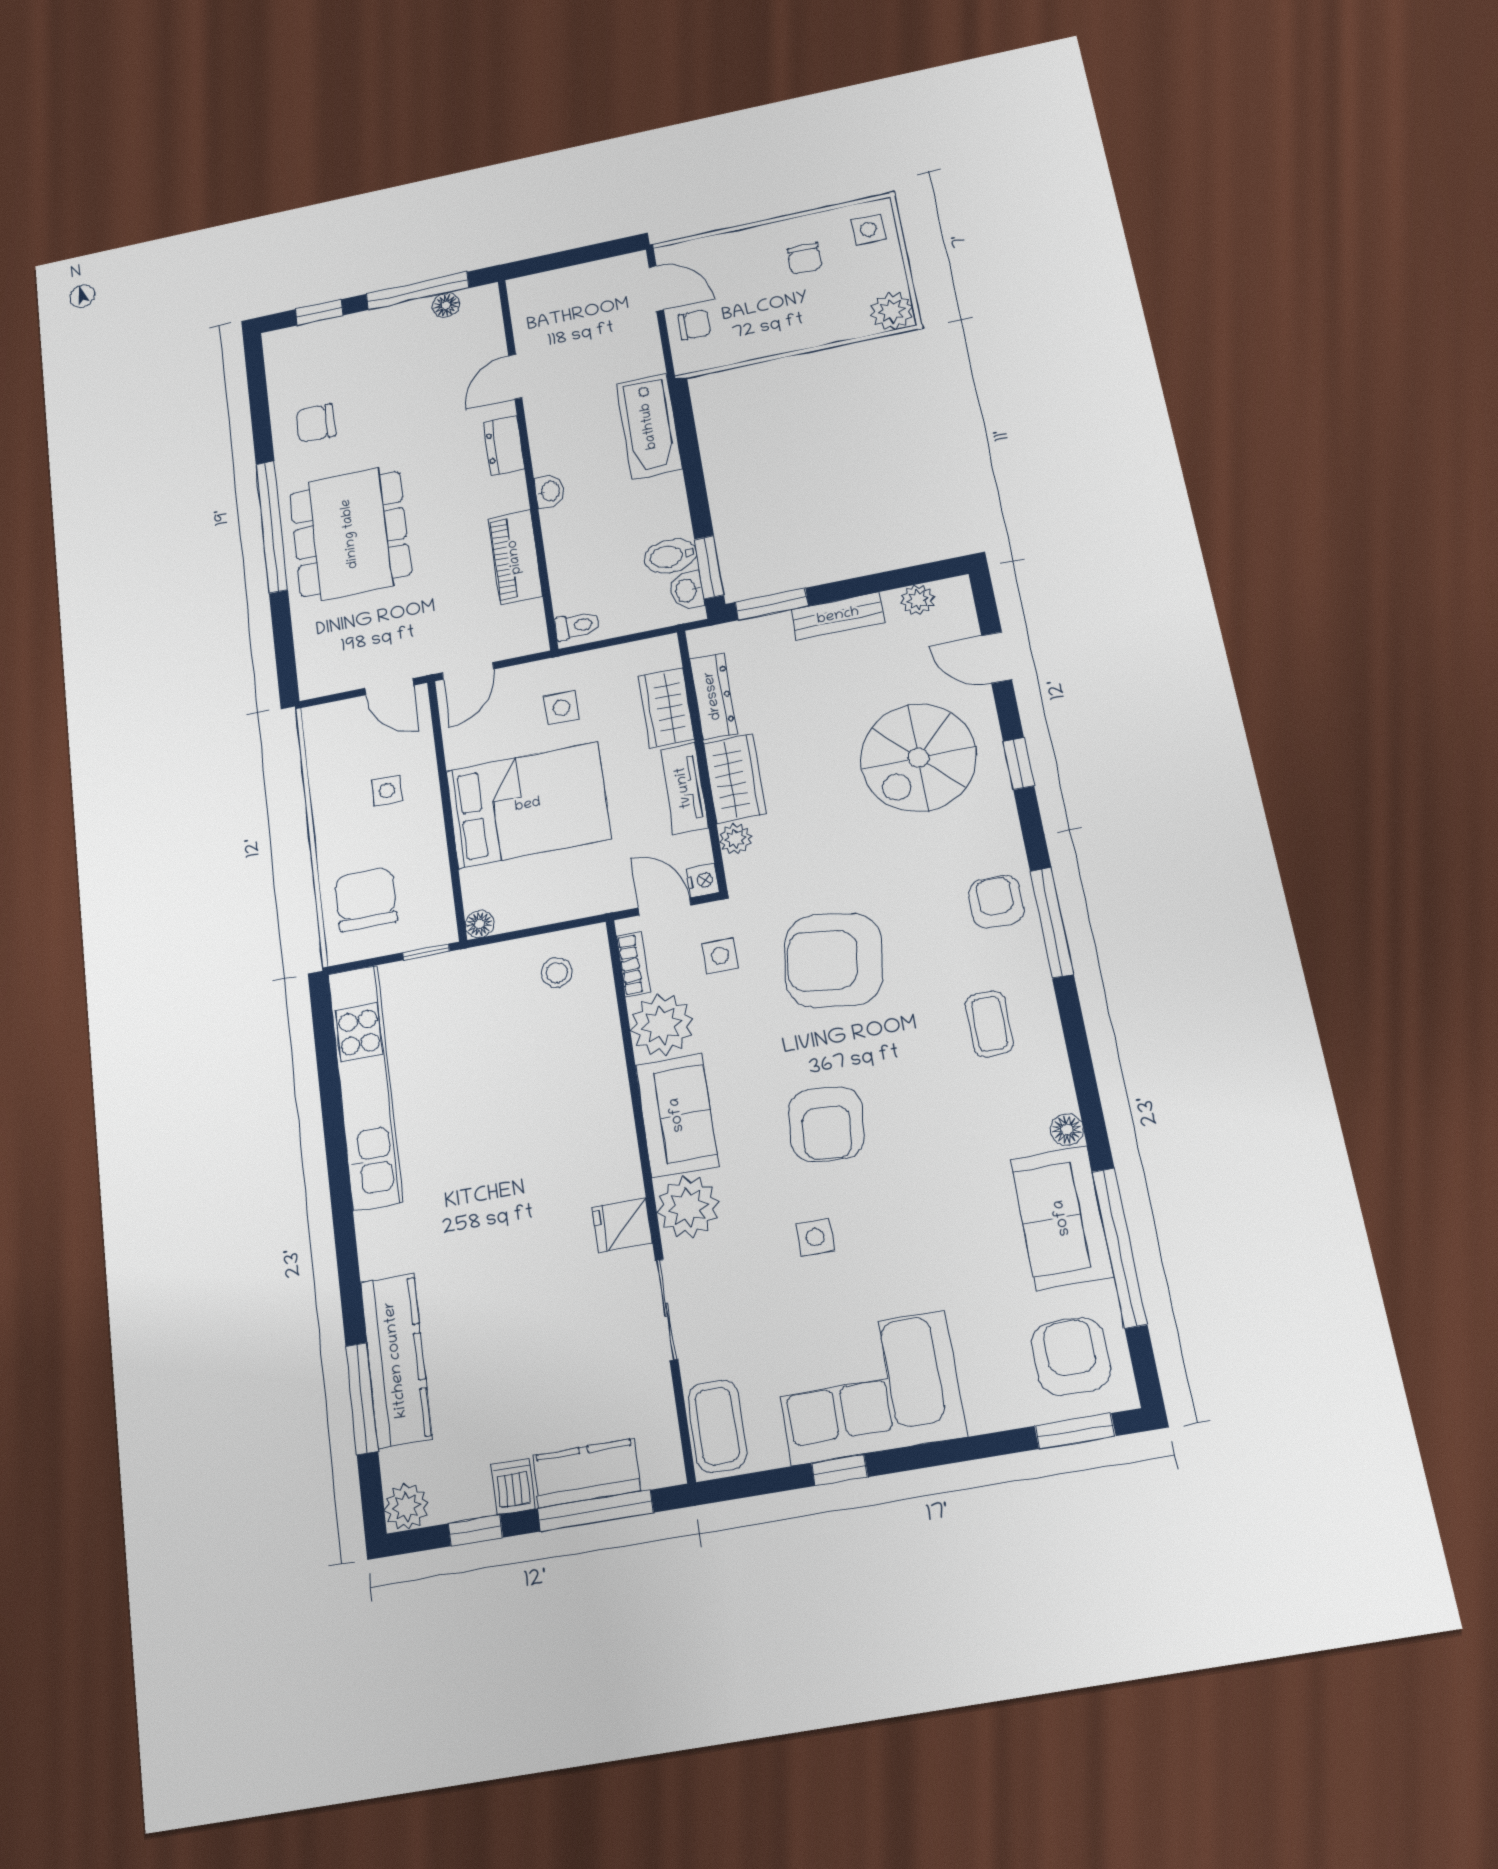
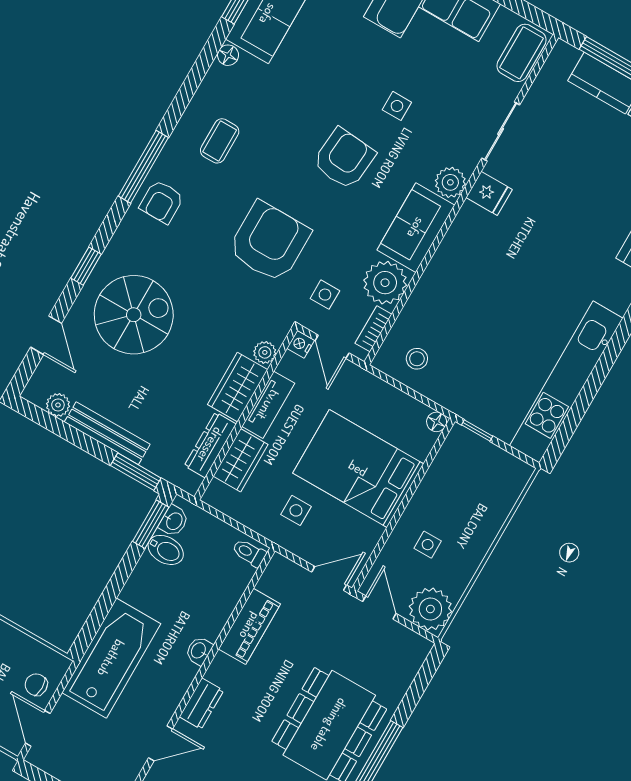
bathtub: (649, 426) -> (111, 658), width x1.36, depth x1.36
bench: (838, 616) -> (107, 433), width x1.36
plant: (332, 730) -> (430, 609), added
chair: (366, 899) -> (487, 490), removed
armchair: (833, 960) -> (269, 242), turned -98
plant: (688, 1207) -> (450, 182), width x0.73, depth x0.73

